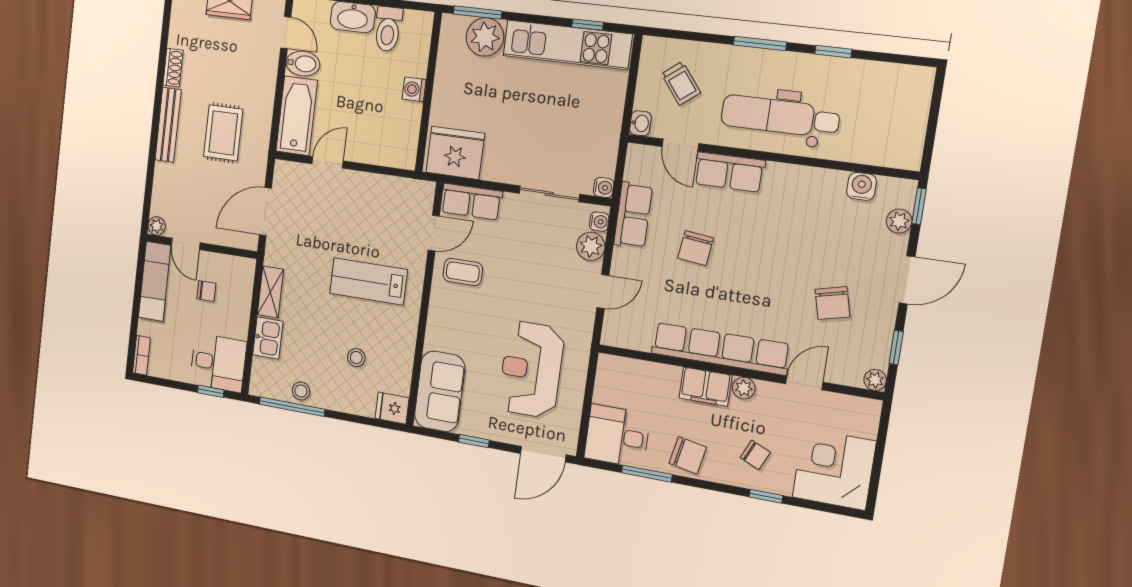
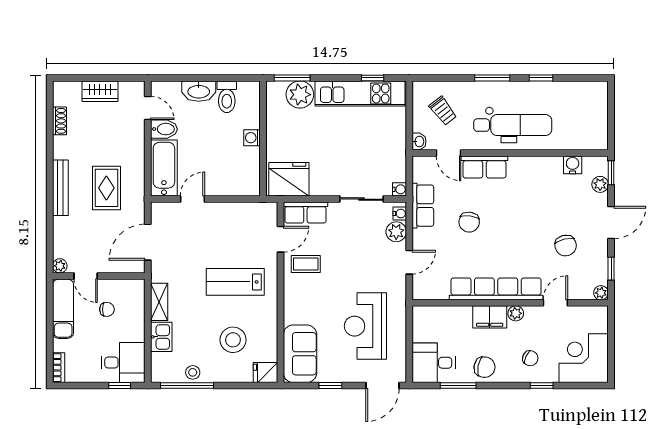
shoe rack: (173, 68) -> (59, 121), moved
dental chair: (780, 116) -> (513, 125), turned 180
stool: (356, 358) -> (233, 340), width x1.89, depth x1.89

